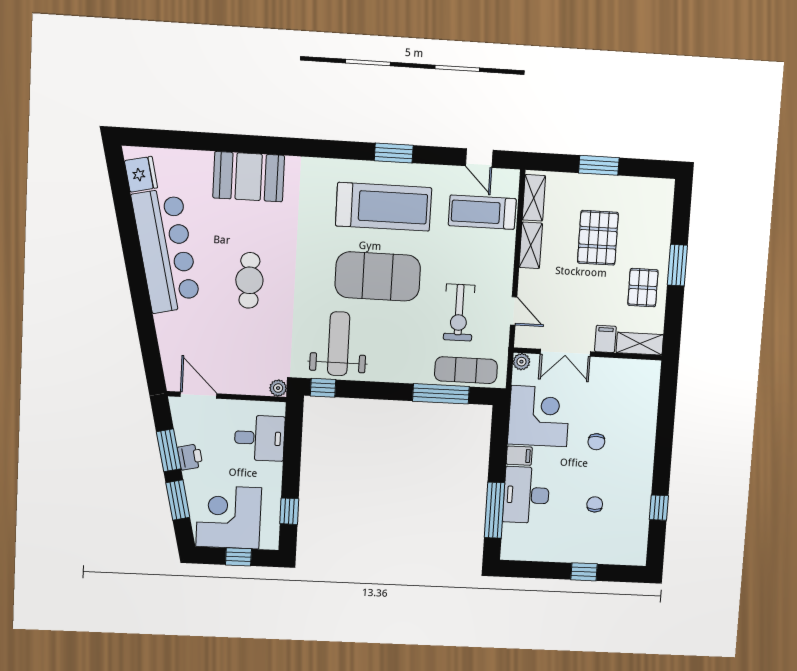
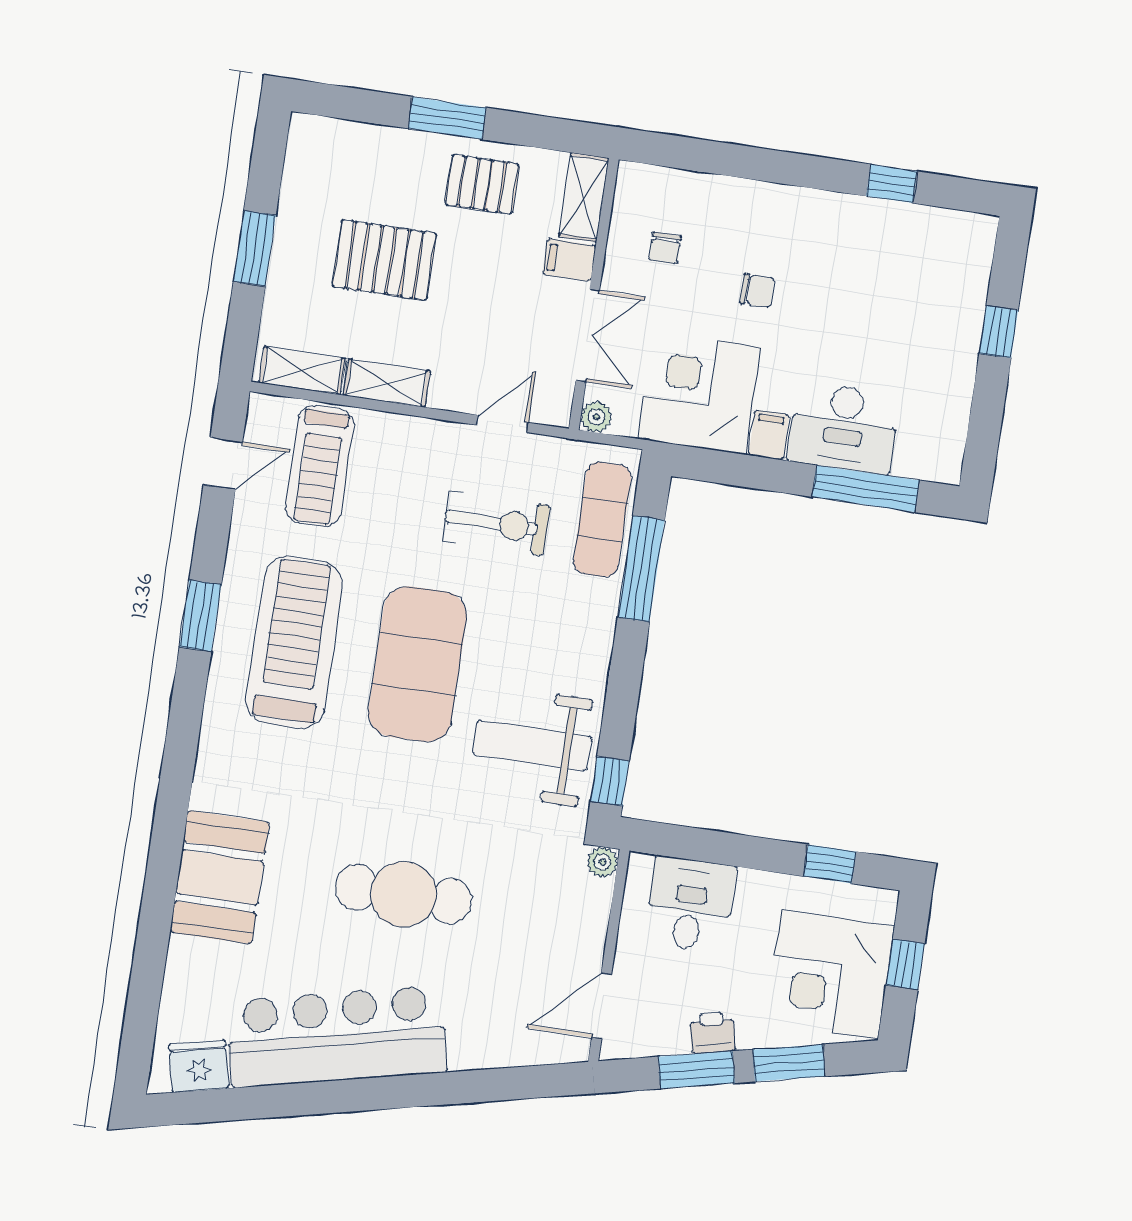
cafe table: (249, 280) -> (404, 894), width x1.37, depth x1.35
chair: (595, 504) -> (665, 248), moved, turned -90

